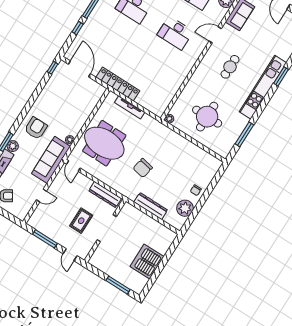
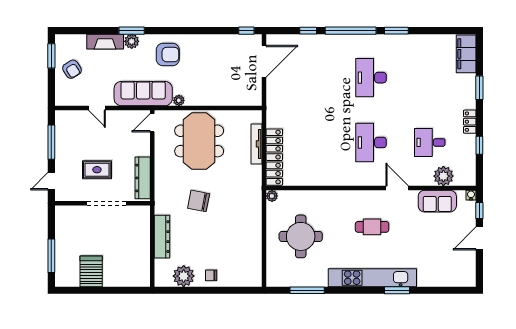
locker: (118, 84) -> (274, 157), moved
server rack: (147, 262) -> (91, 271), width x0.62

